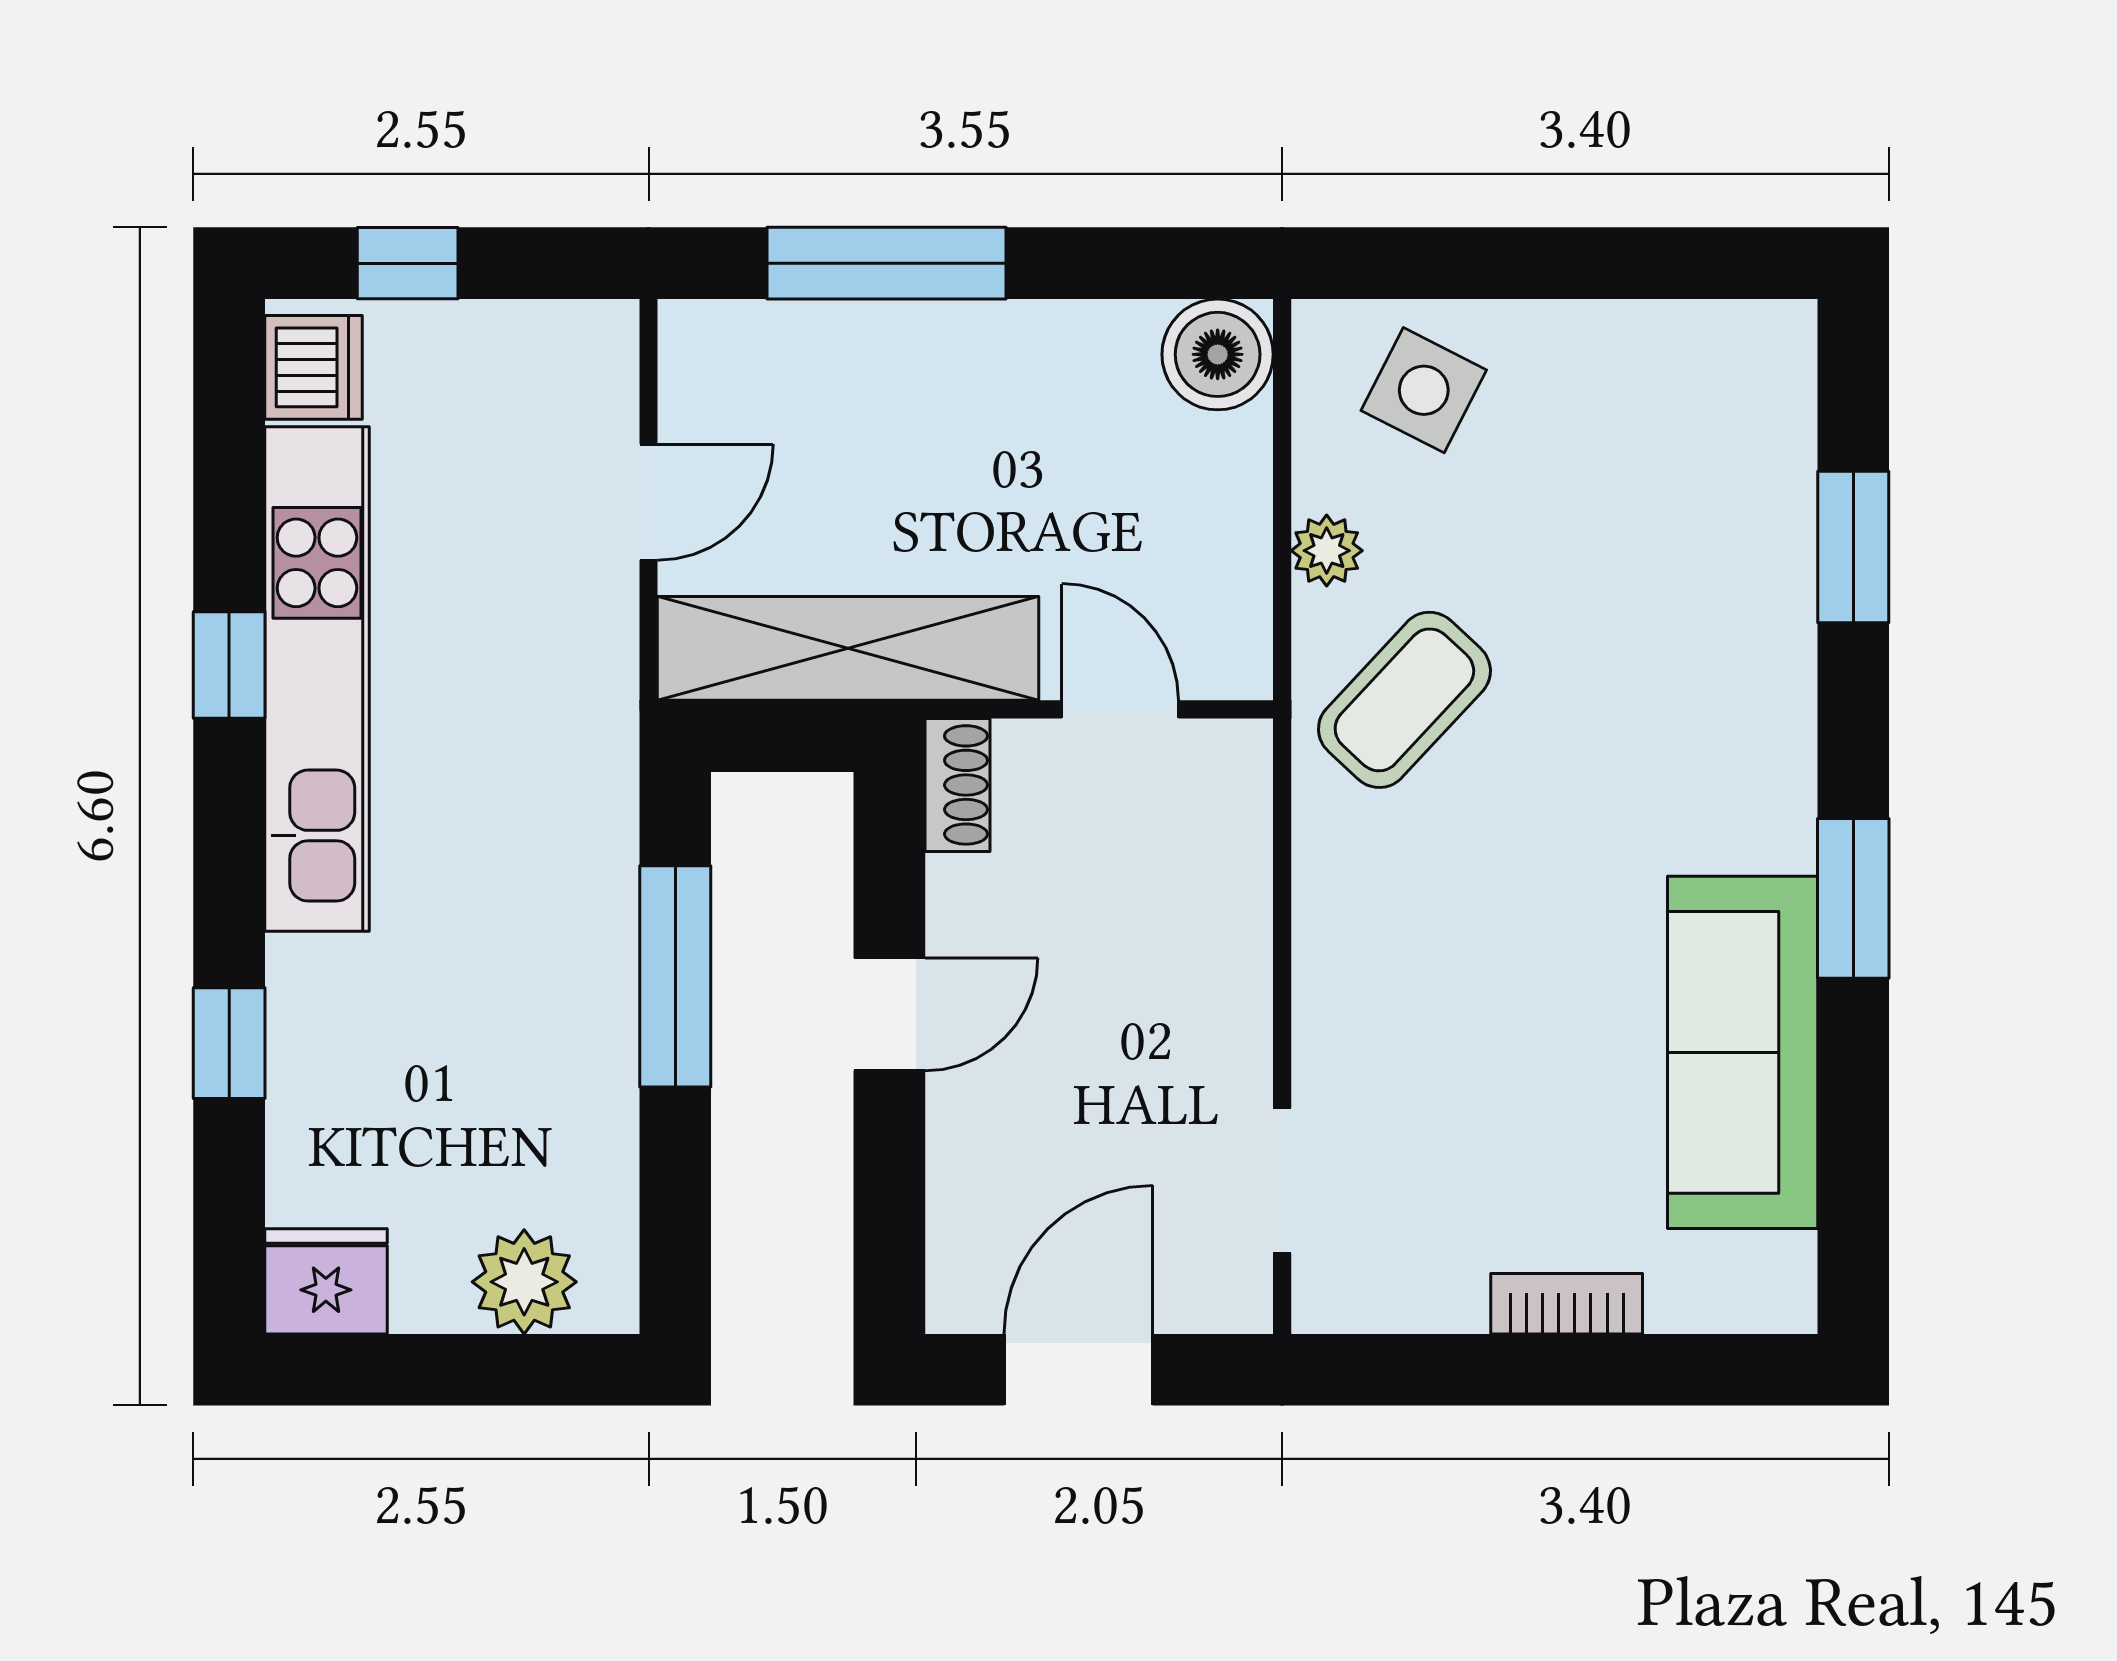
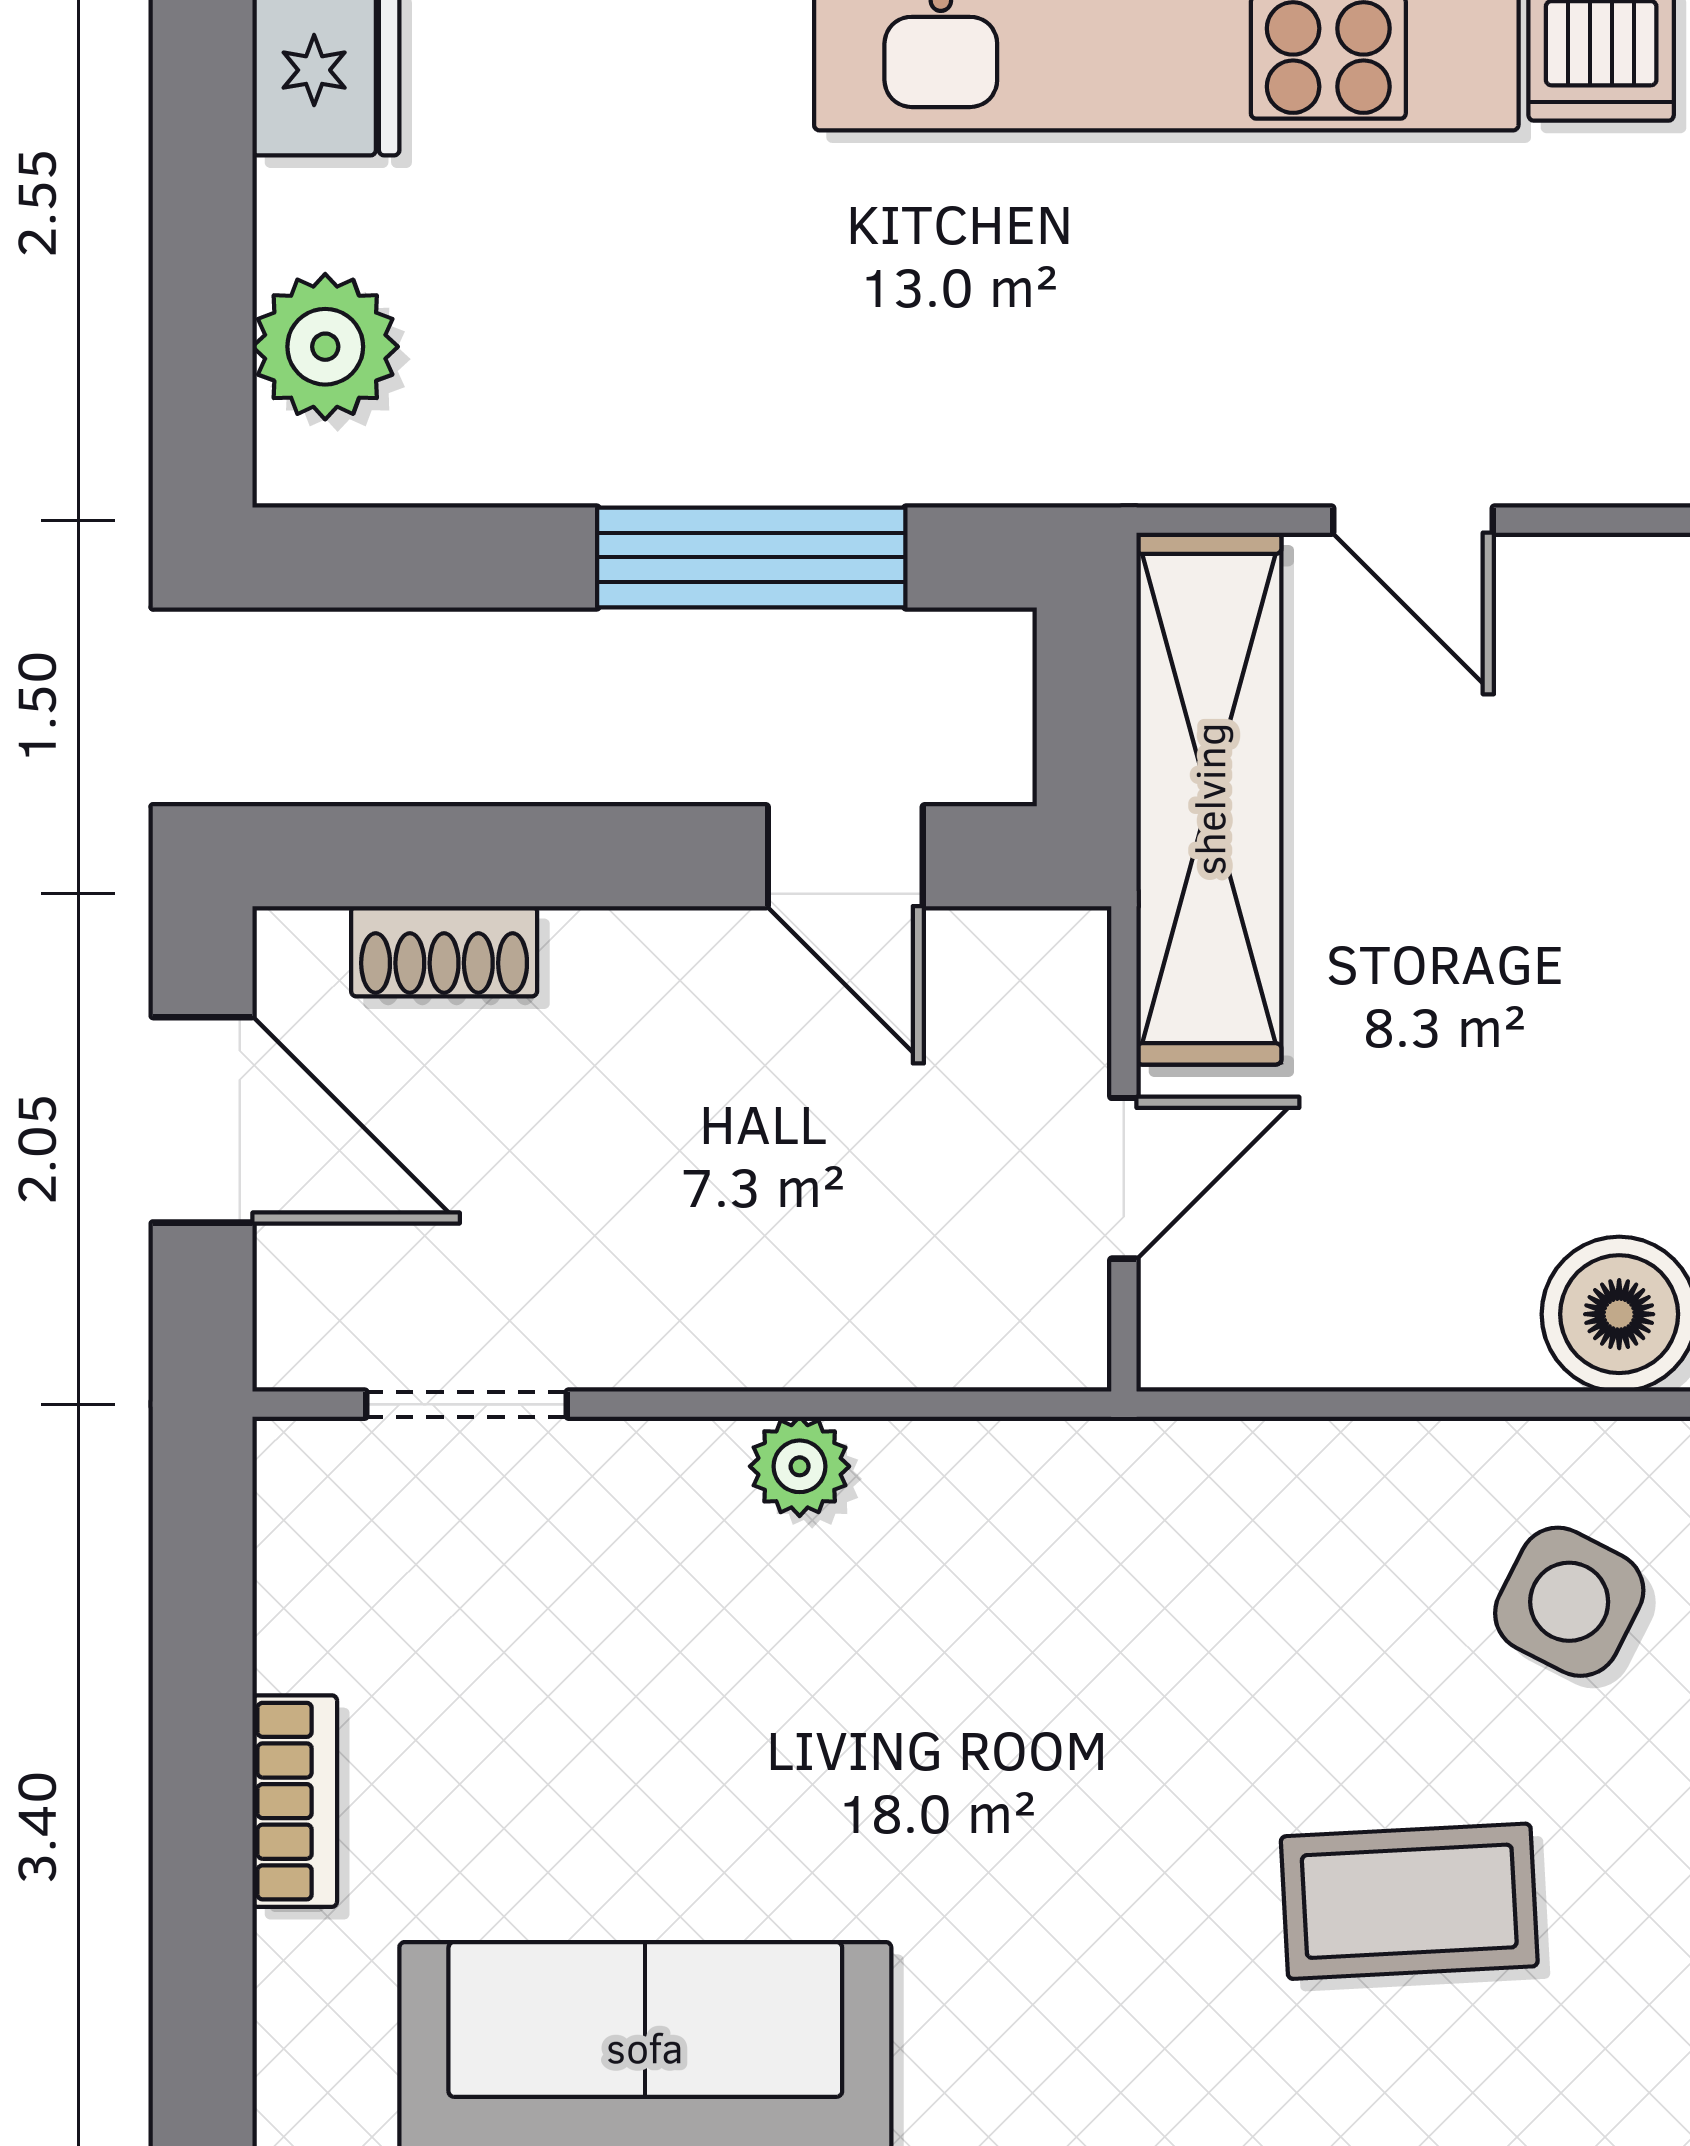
plant: (1327, 551) -> (800, 1466), moved
coffee table: (1404, 700) -> (1409, 1901), moved, turned -46
shoe rack: (958, 785) -> (444, 951), moved
door: (889, 1014) -> (845, 856), moved

